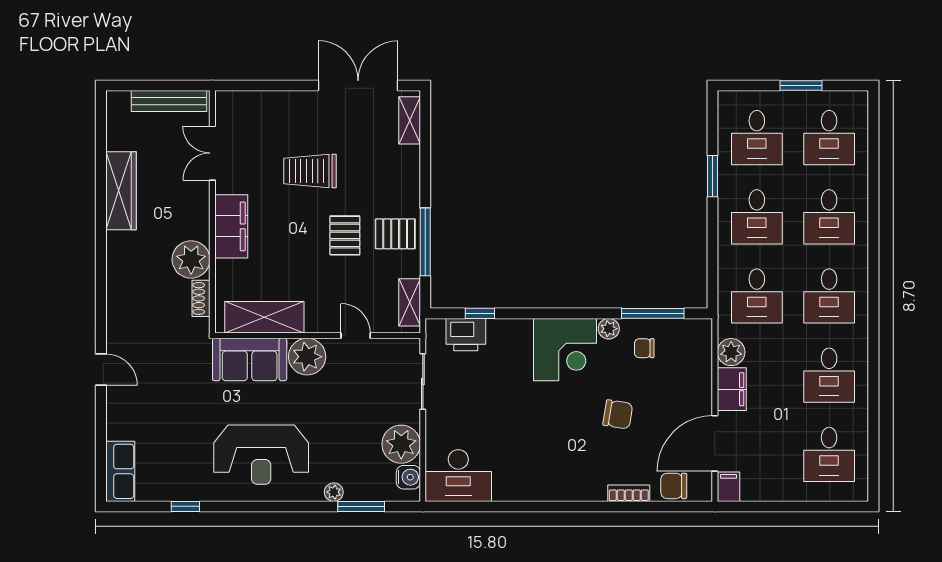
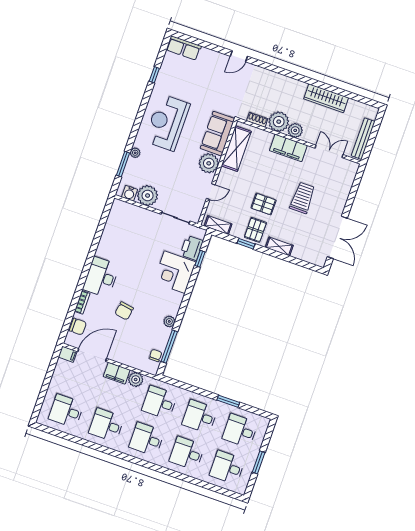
shelving: (410, 120) -> (279, 246), moved
plant: (196, 225) -> (295, 130), added
window: (425, 242) -> (246, 244), width x0.46
chair: (644, 348) -> (155, 355), moved
corner desk: (565, 350) -> (175, 272), moved
door: (715, 443) -> (92, 355), hinge flipped
desk: (458, 476) -> (101, 277), moved
chair: (674, 486) -> (78, 327), turned 90

